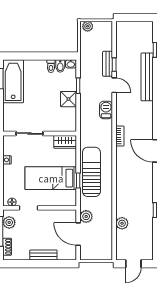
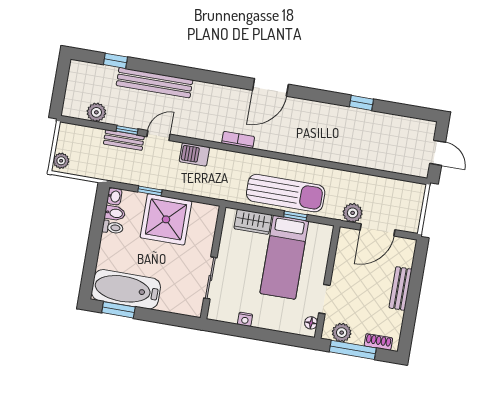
shower: (68, 99) -> (166, 219), width x1.86, depth x1.86
wardrobe: (65, 142) -> (253, 222), moved, turned 90
sun lounger: (91, 172) -> (286, 193), turned 180
plant: (122, 223) -> (96, 112), moved

